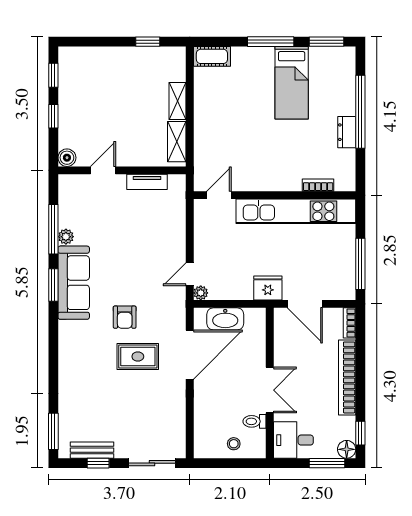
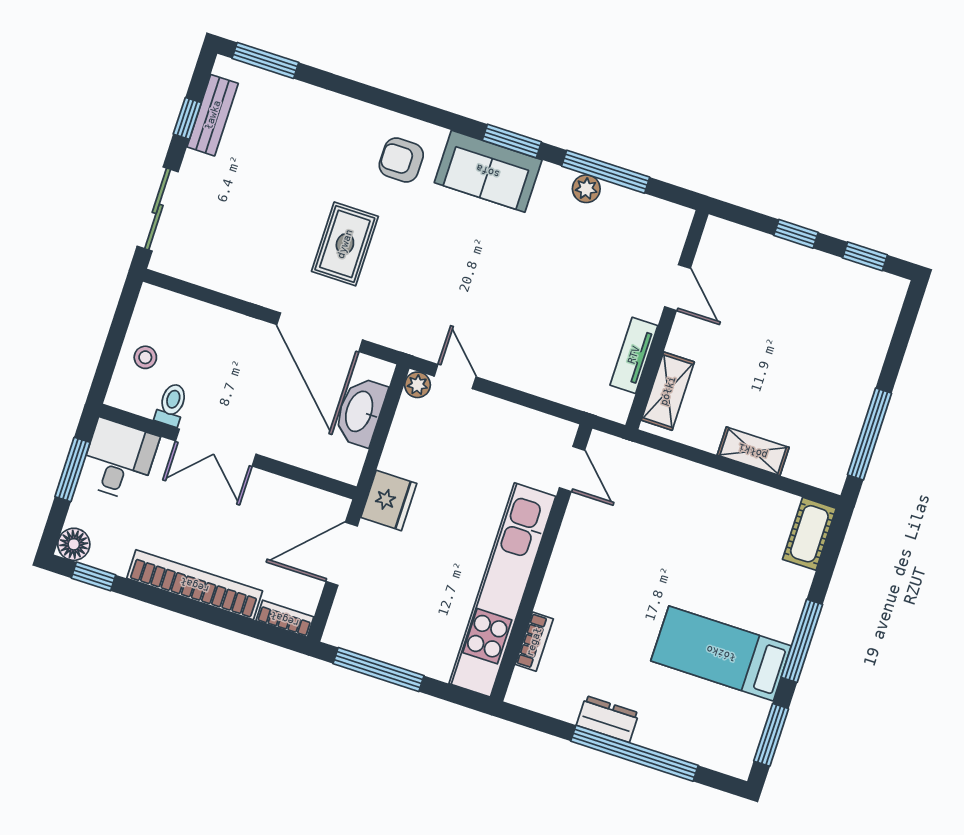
window: (148, 42) -> (870, 434), width x2.17
shelving: (177, 142) -> (668, 391), moved, turned 90
boiler: (67, 158) -> (719, 234), removed
sofa: (74, 283) -> (488, 171), width x0.73
armchair: (125, 317) -> (401, 160), moved
window: (327, 463) -> (73, 469), moved

